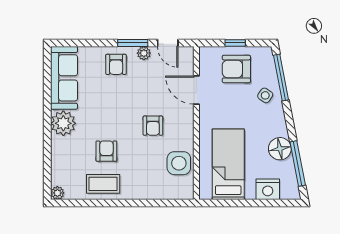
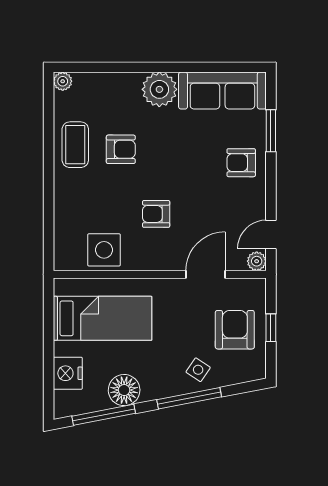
window: (133, 43) -> (271, 131), moved
plant: (144, 53) -> (257, 261), moved
window: (281, 78) -> (189, 398), moved

